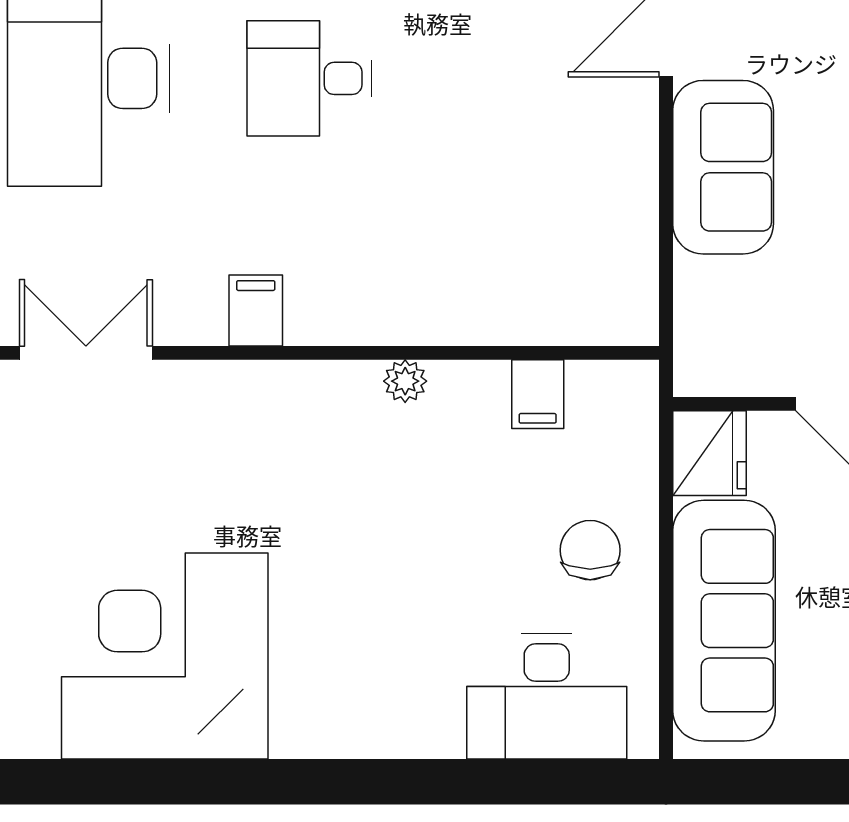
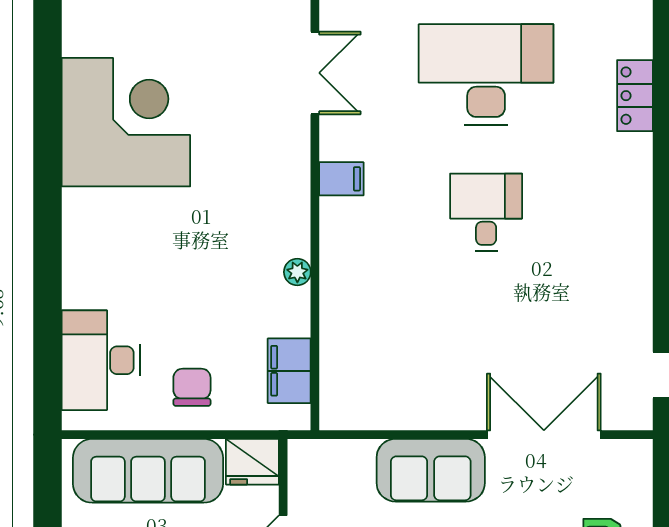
filing cabinet: (538, 394) -> (289, 371), width x2.00
chair: (590, 550) -> (192, 387), turned -90

